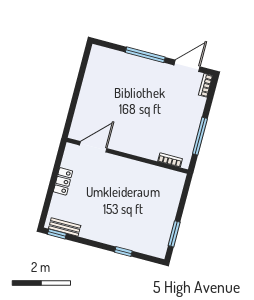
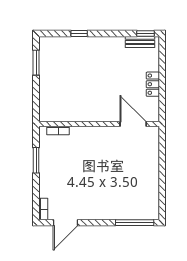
window: (145, 55) -> (135, 223), moved
window: (200, 136) -> (36, 160), width x0.69
door: (93, 147) -> (133, 124), swing flipped

